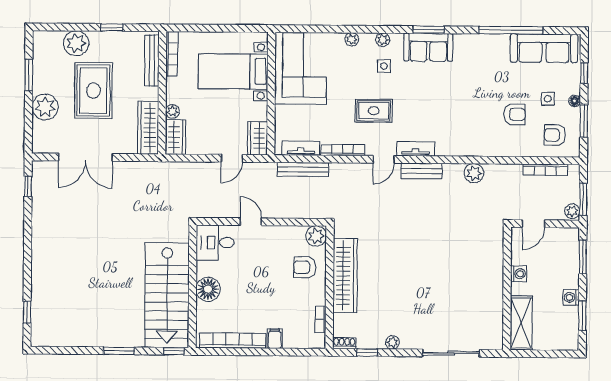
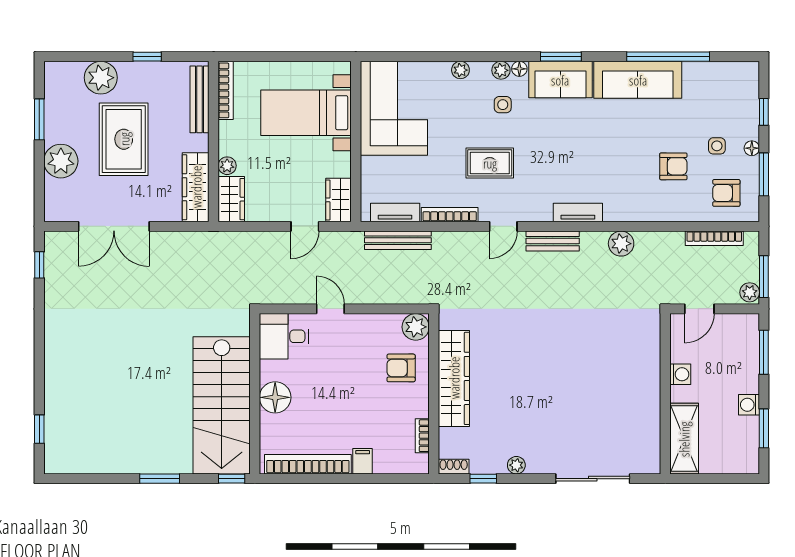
floor lamp: (397, 39) -> (519, 69), added
sofa: (544, 48) -> (638, 80), moved
tv unit: (416, 149) -> (578, 212), moved

